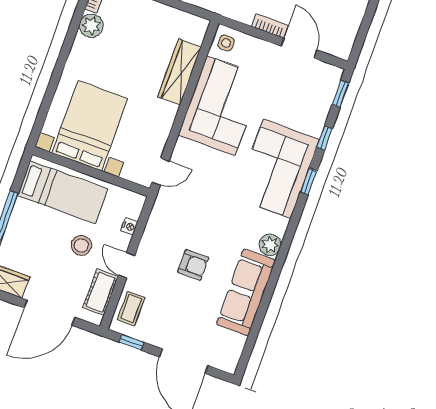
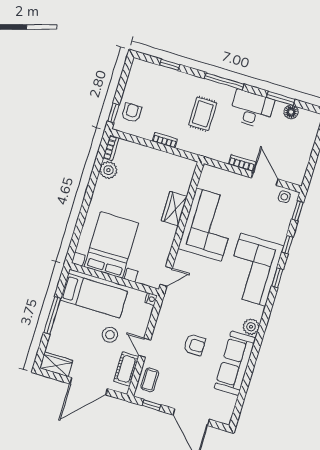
side table: (226, 43) -> (284, 197), moved
wardrobe: (180, 72) -> (174, 209), width x0.67
nightstand: (129, 226) -> (151, 299), moved

